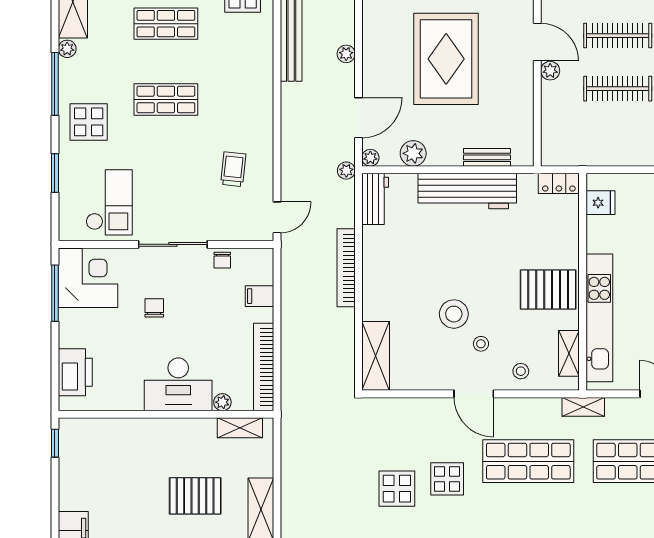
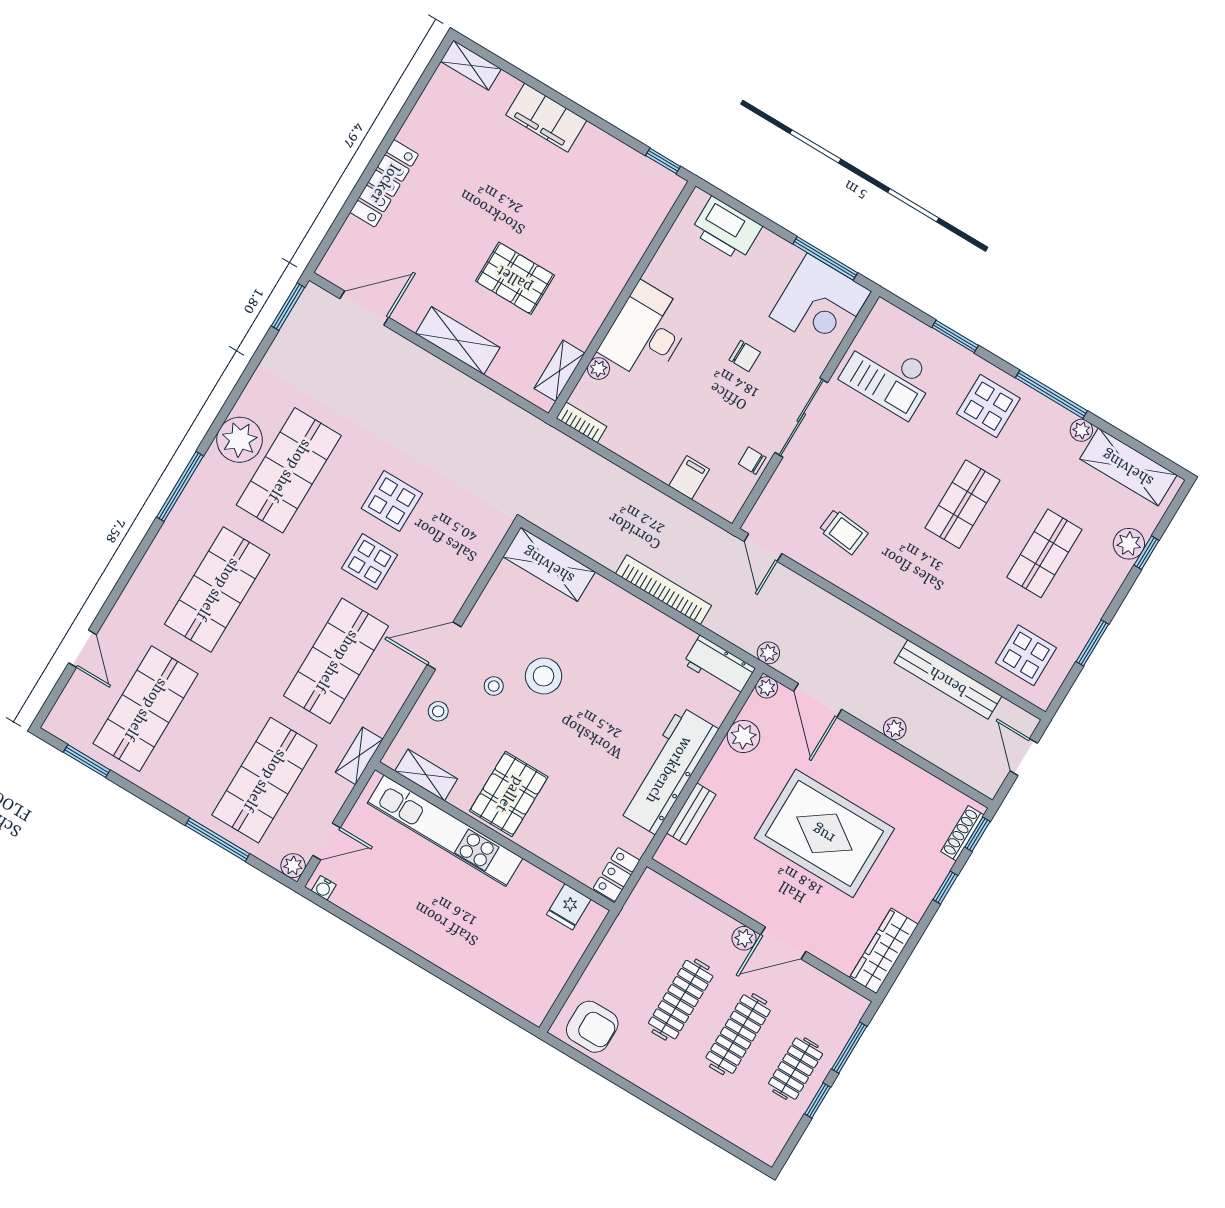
bookcase: (264, 367) -> (581, 422), width x0.43, depth x0.76
pallet: (195, 496) -> (515, 278), turned 90

